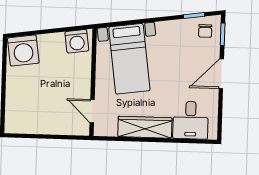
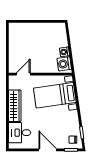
washing machine: (23, 51) -> (65, 52), moved, width x0.53, depth x0.53

